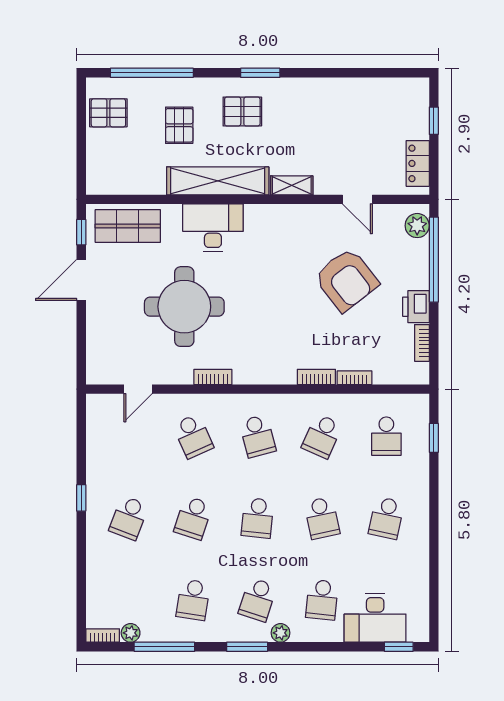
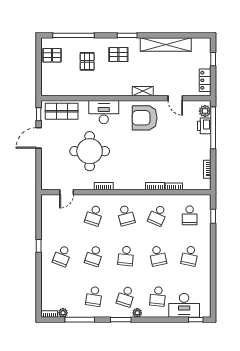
shelving: (218, 181) -> (166, 45), moved
armchair: (346, 280) -> (145, 118), moved, turned 128
printer: (416, 307) -> (204, 126), moved
school desk: (193, 436) -> (94, 215), turned 42

